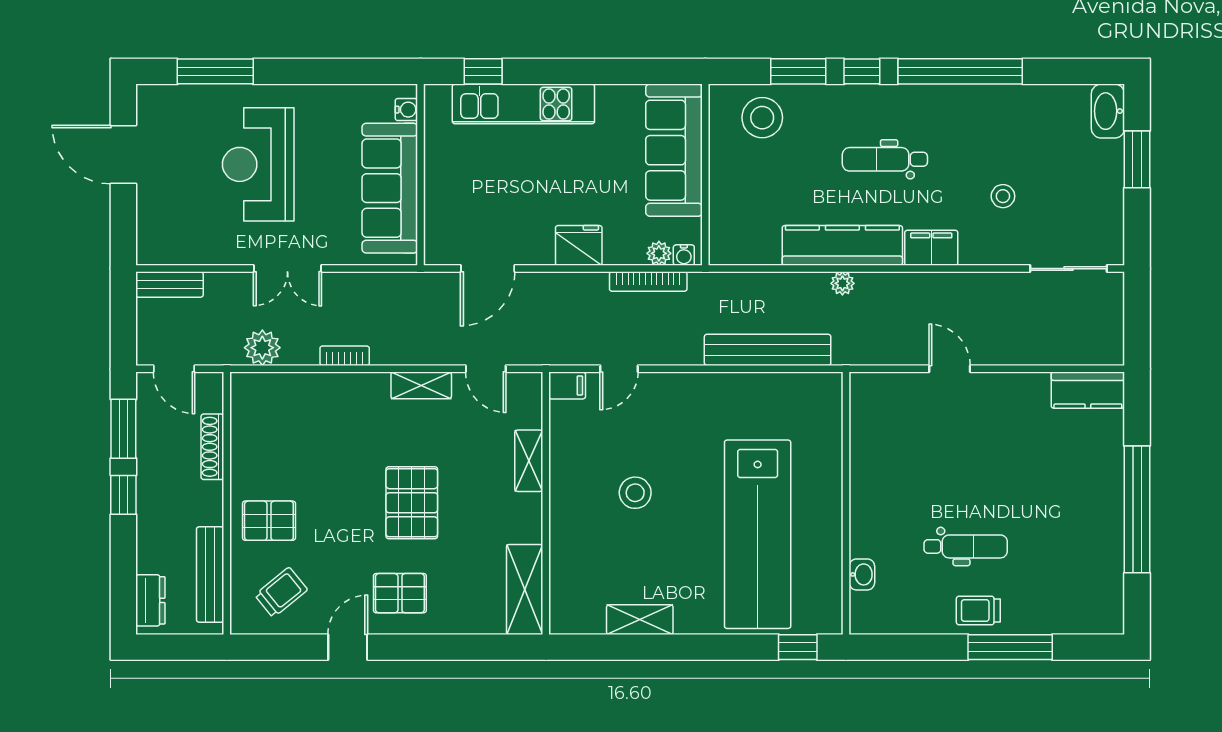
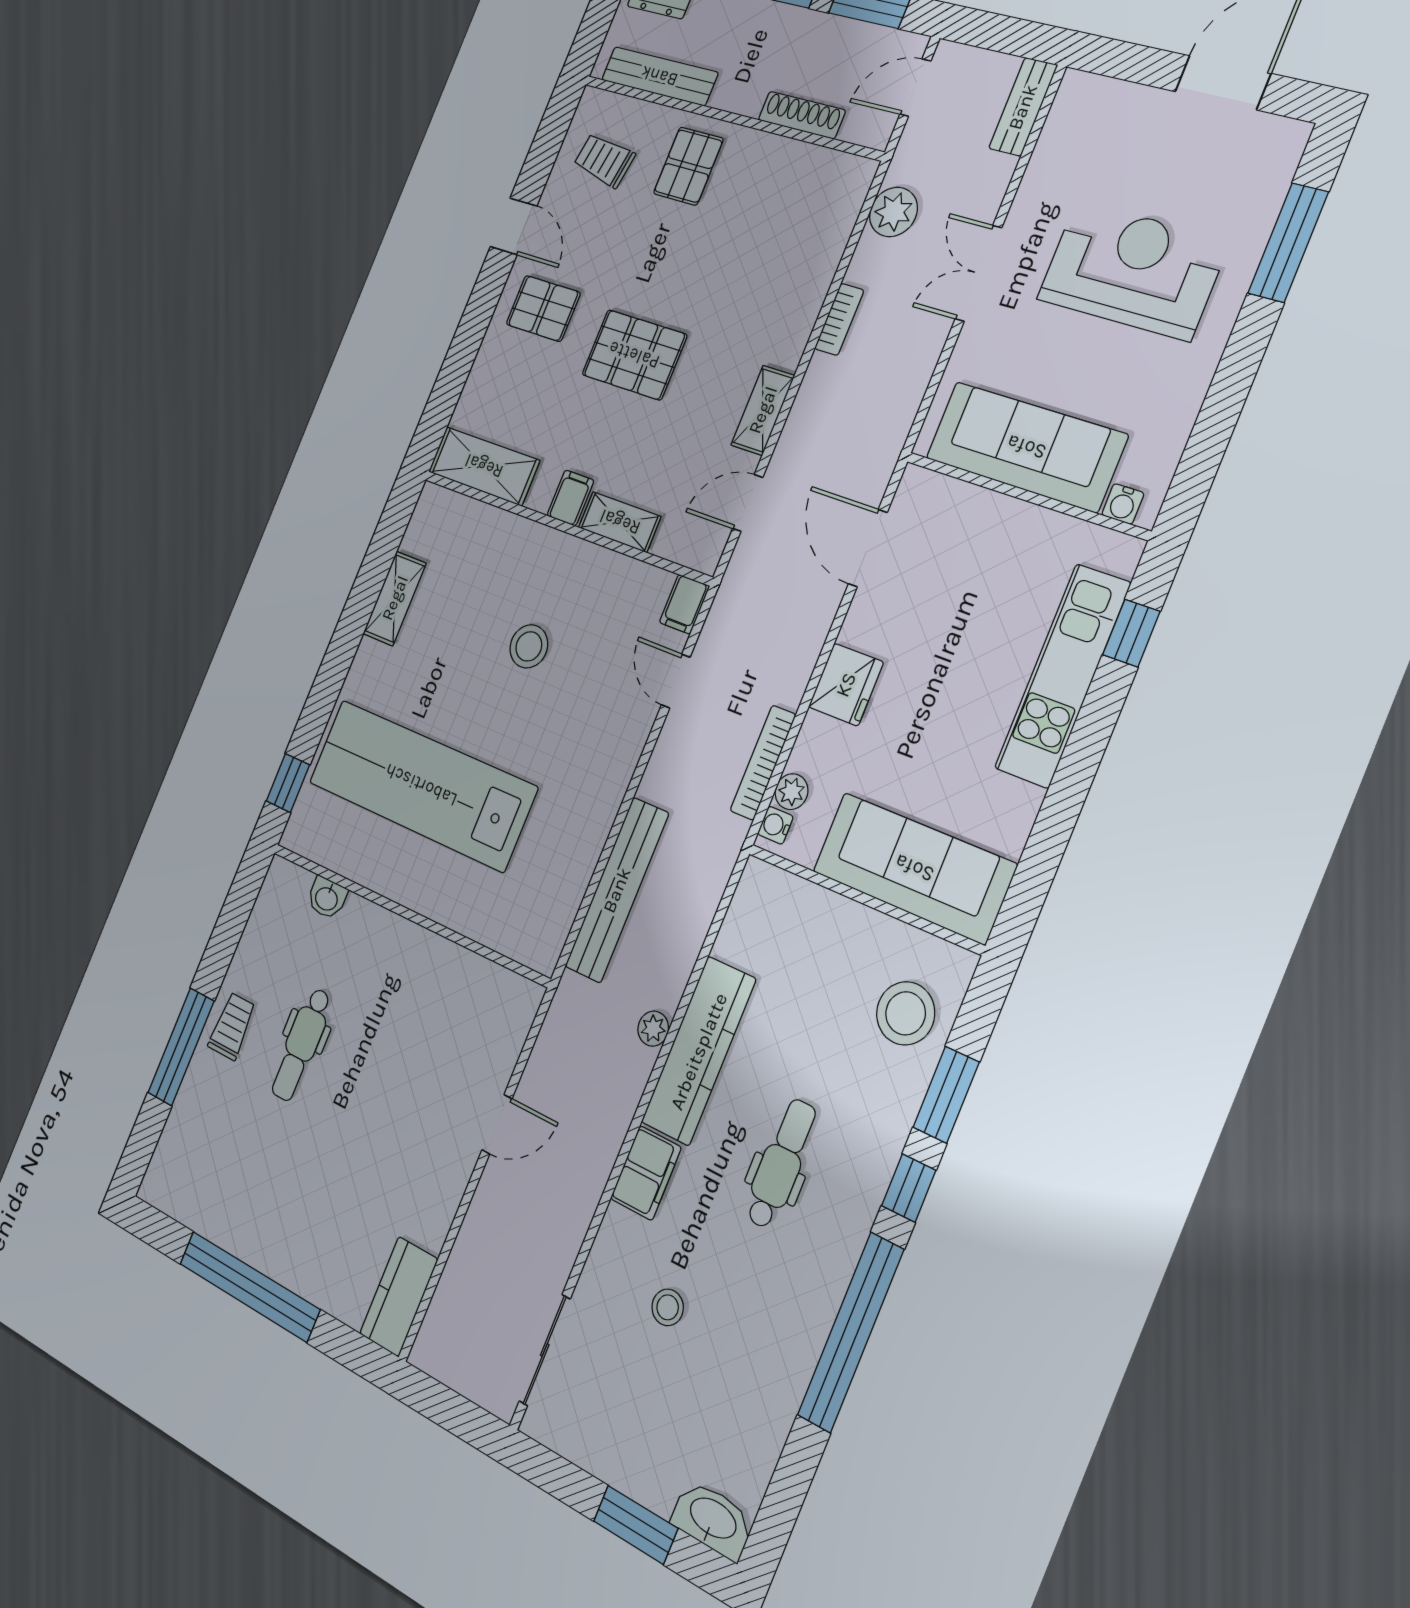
filing cabinet: (525, 507) -> (570, 498), added
trolley: (281, 592) -> (604, 160), turned 139
pallet: (400, 593) -> (543, 308), turned 90

